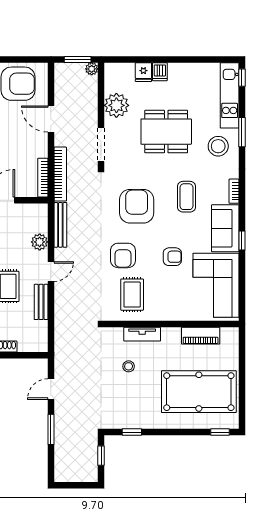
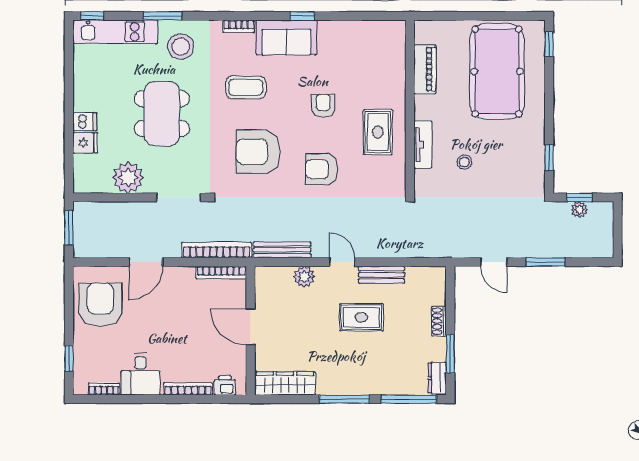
plant: (92, 69) -> (579, 210), moved
armchair: (123, 255) -> (322, 169), turned 180
corner sofa: (216, 285) -> (360, 49), removed
rug: (132, 295) -> (378, 132), moved, turned 90

